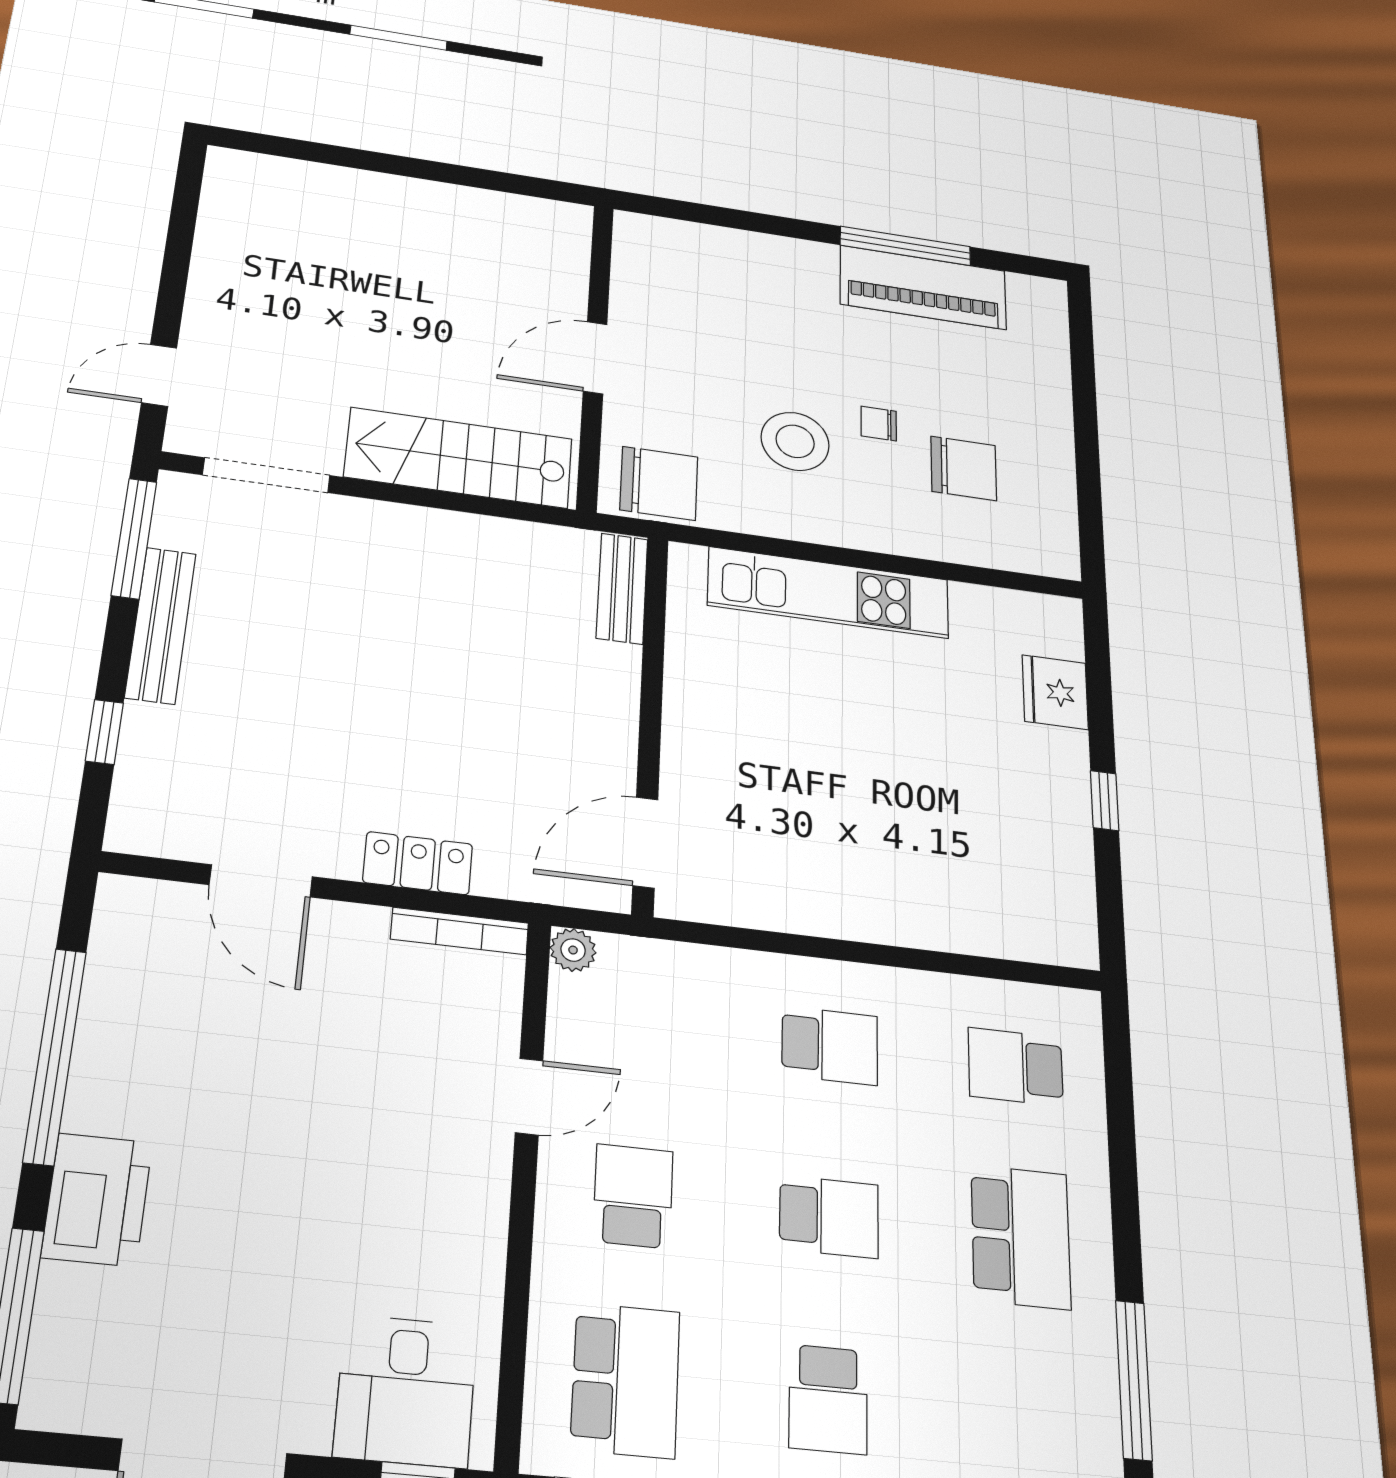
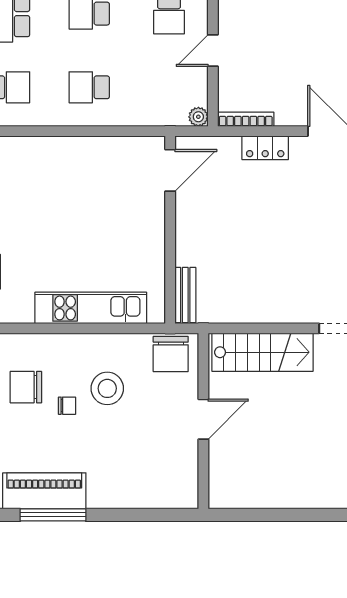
chair: (659, 483) -> (171, 354), turned -90

